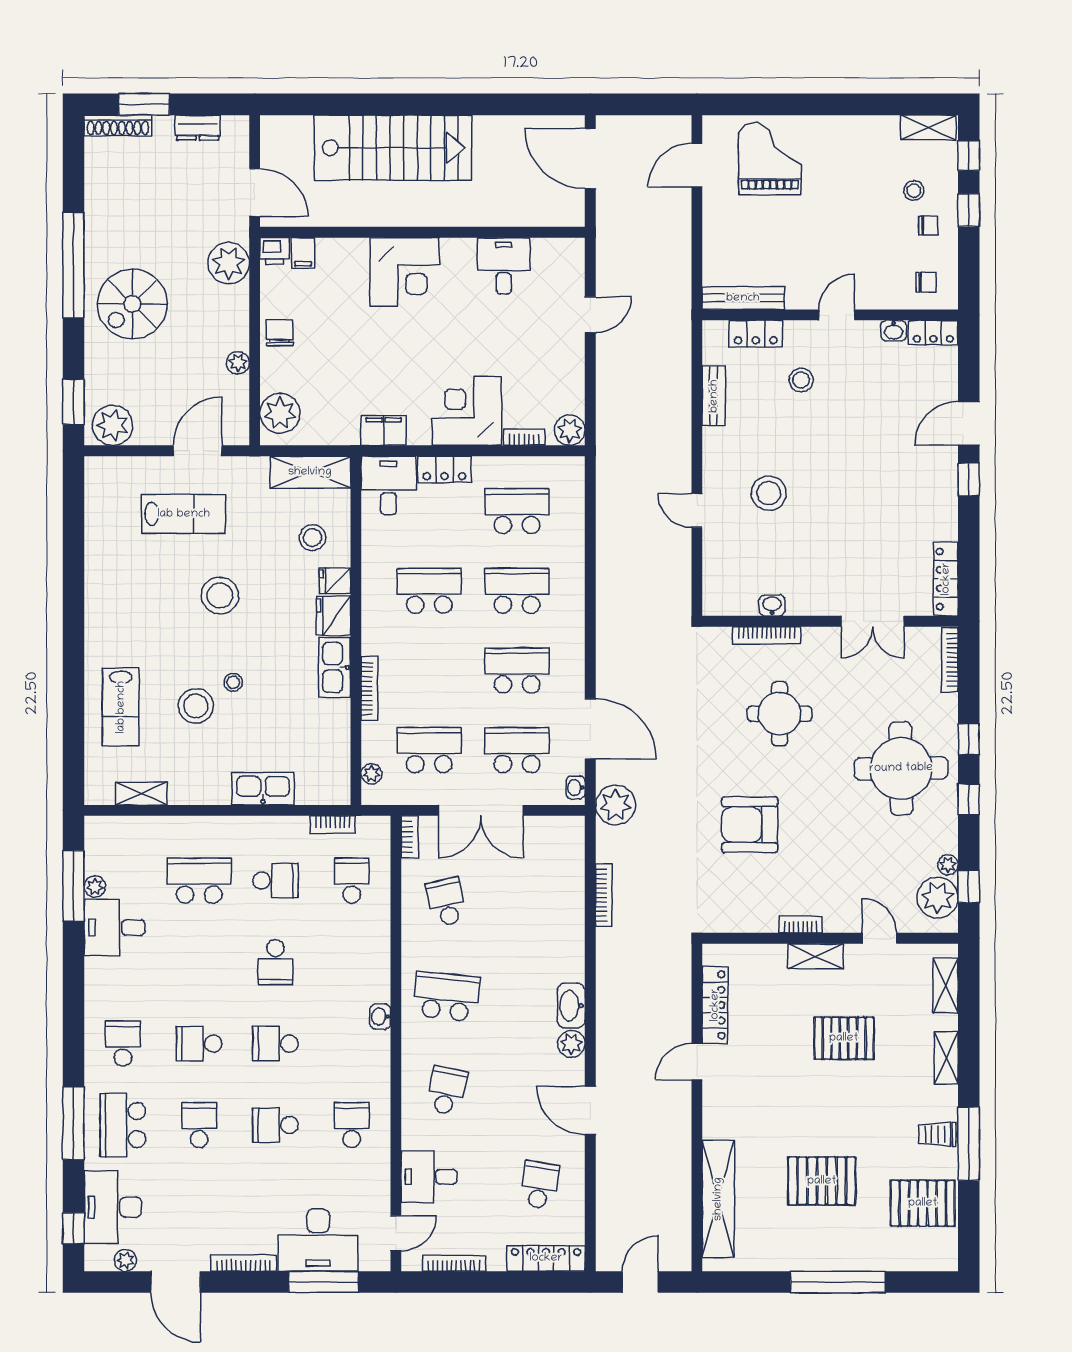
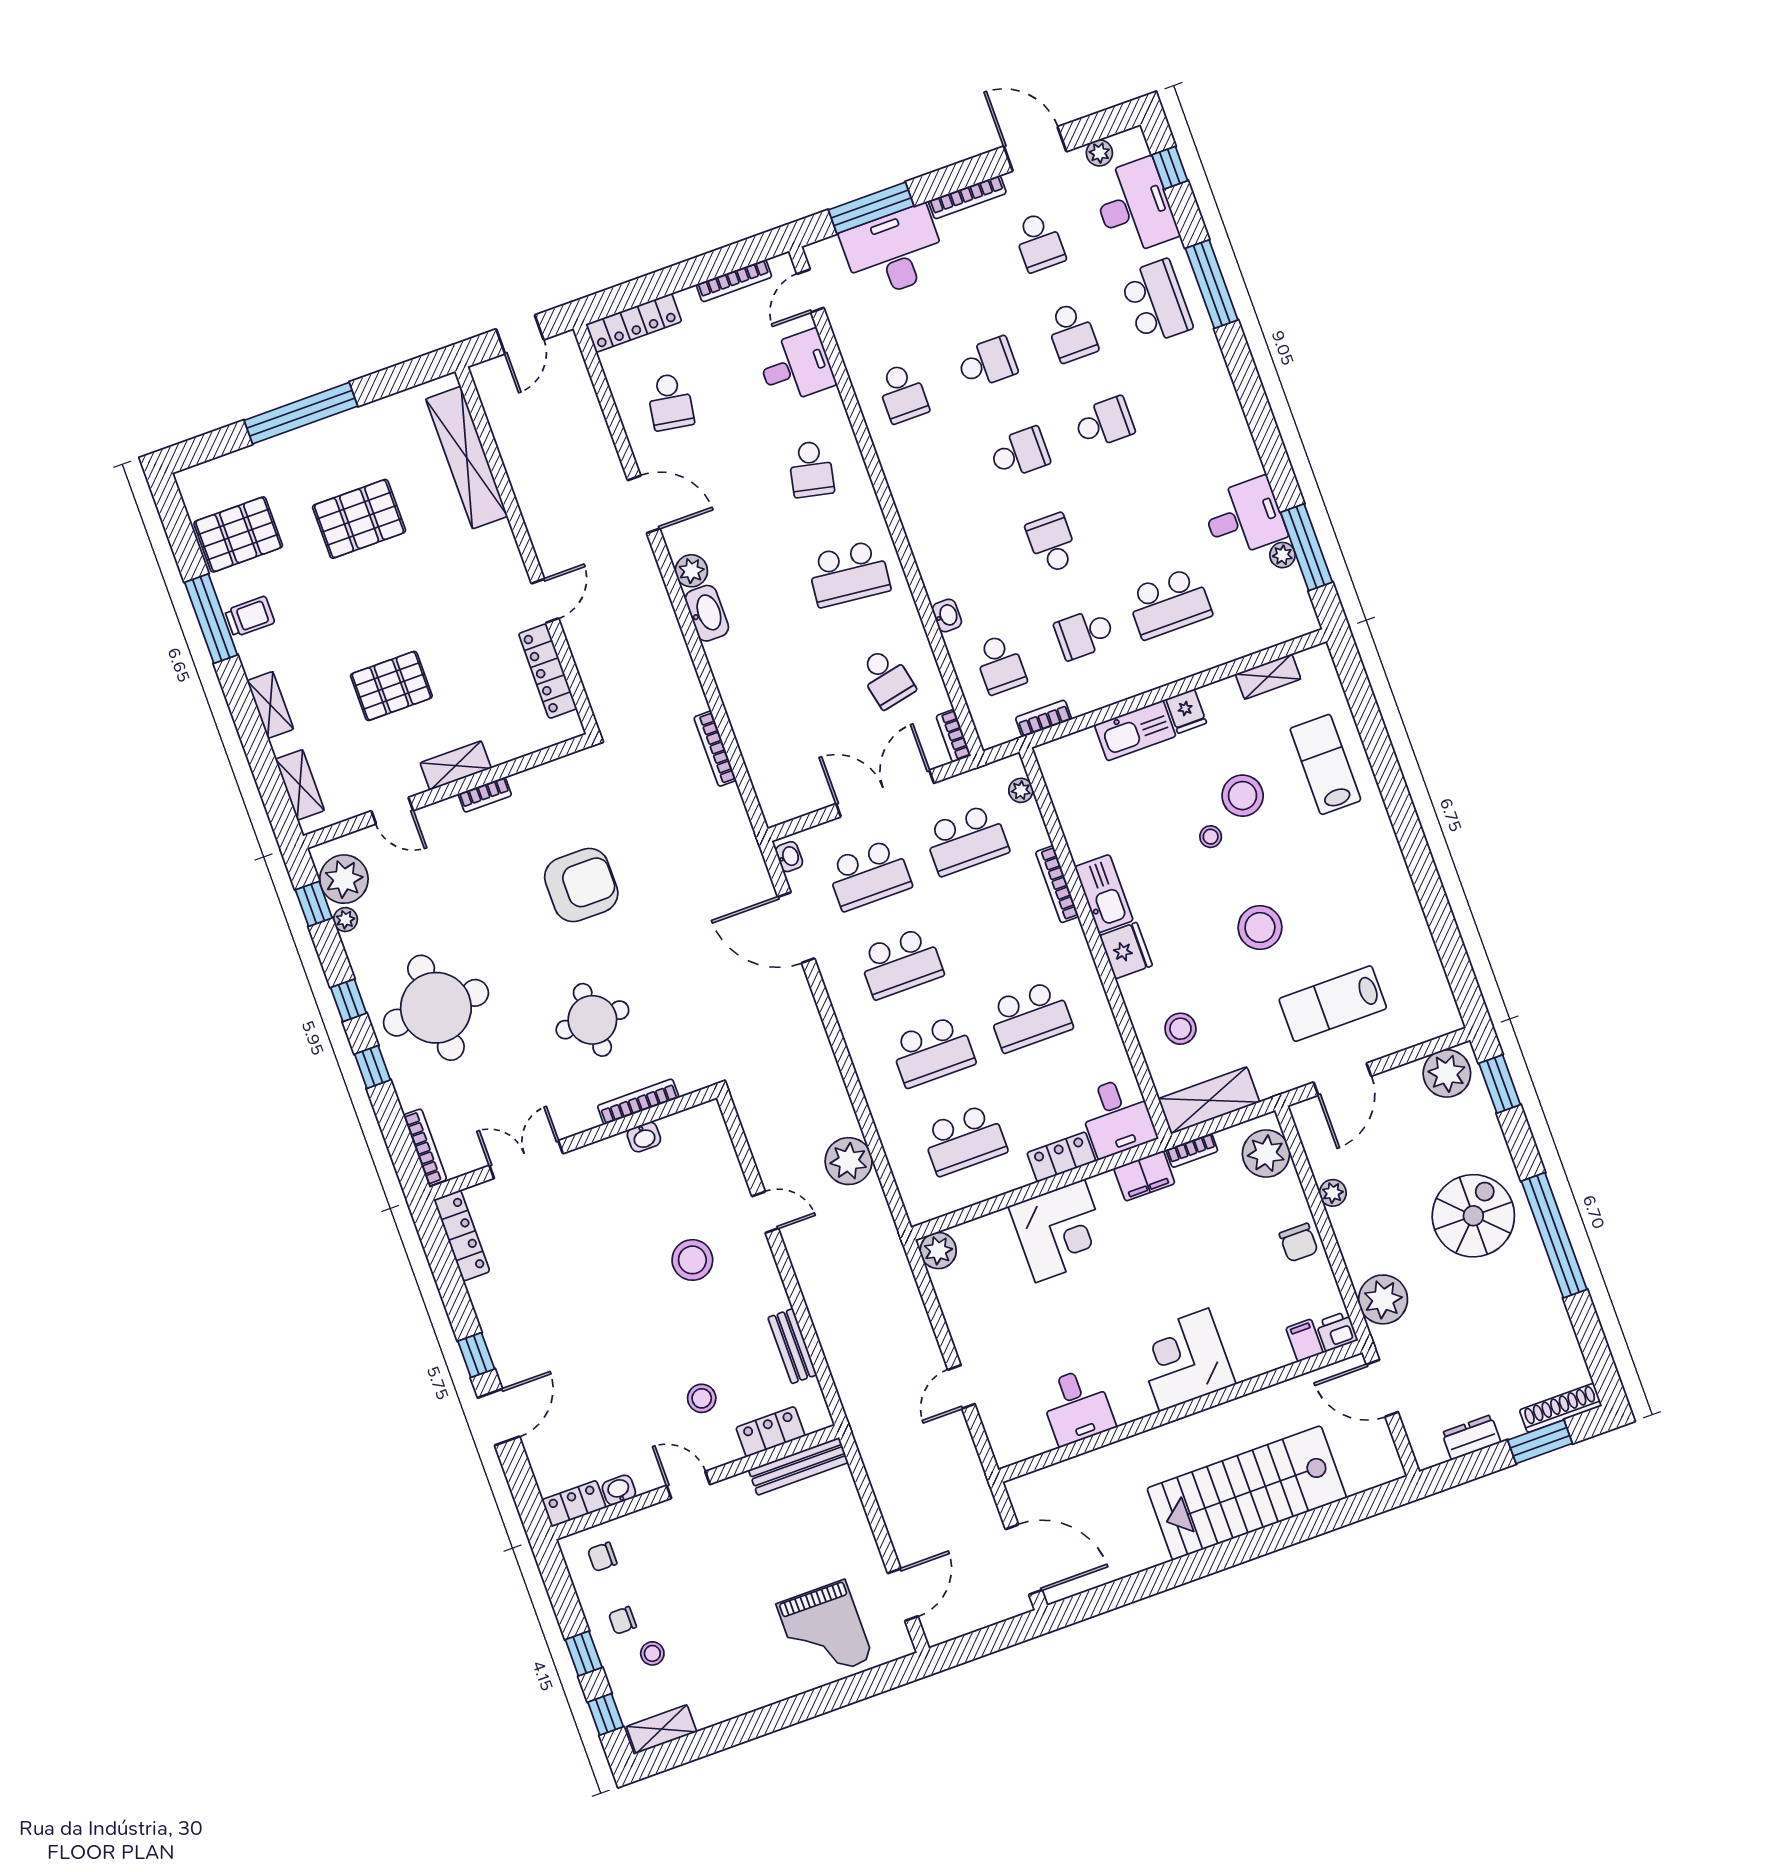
door: (837, 315) -> (688, 1485), swing flipped
bookcase: (524, 437) -> (1192, 1150), moved
fridge: (335, 581) -> (1186, 711), moved, turned 90
plant: (616, 805) -> (849, 1161), moved
washbasin: (380, 1016) -> (947, 615), moved
school desk: (123, 1044) -> (1039, 242), moved

